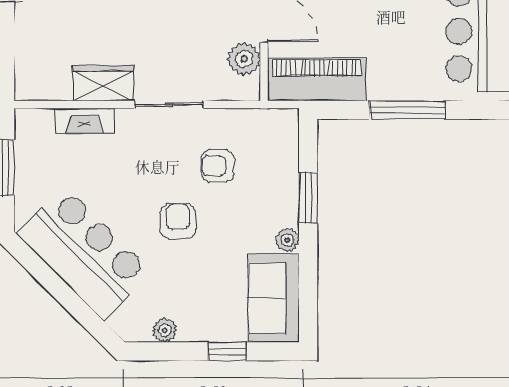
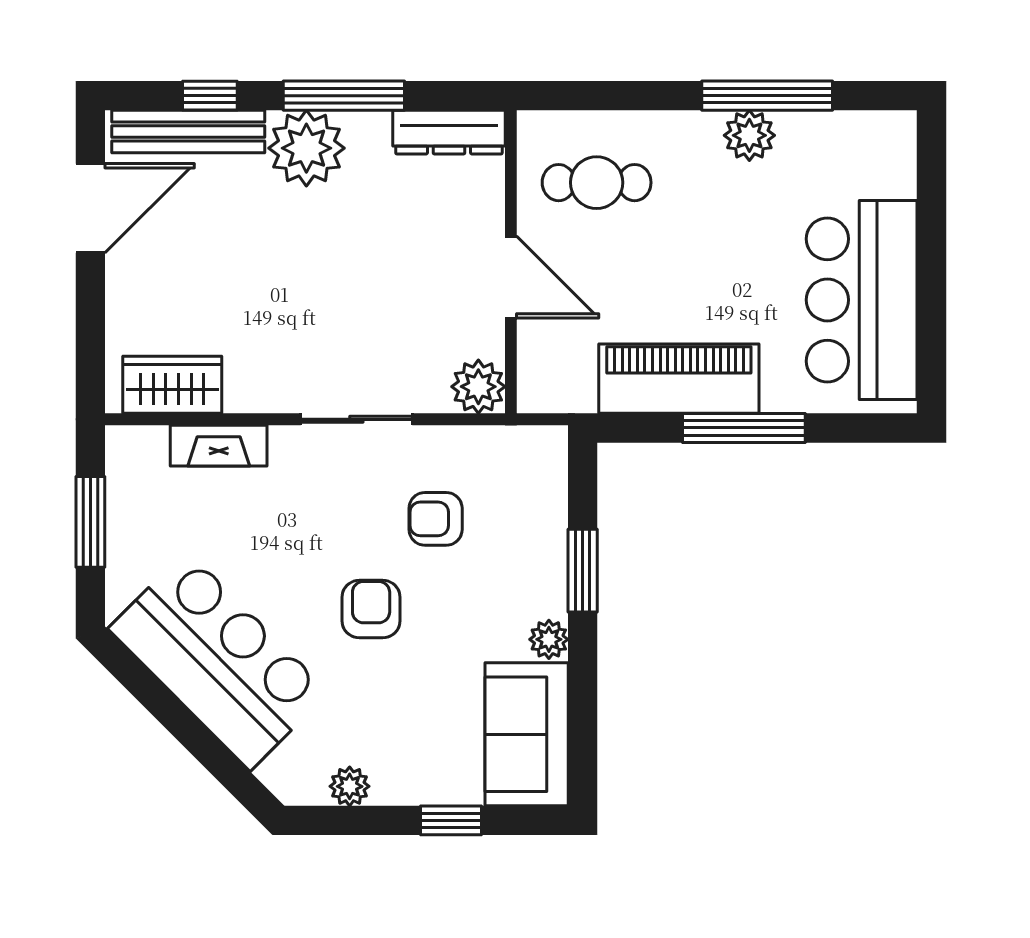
plant: (244, 59) -> (478, 387), moved
piano: (317, 80) -> (679, 379), moved
wardrobe: (103, 83) -> (172, 385), moved

